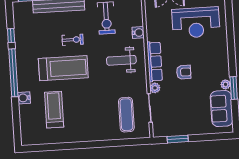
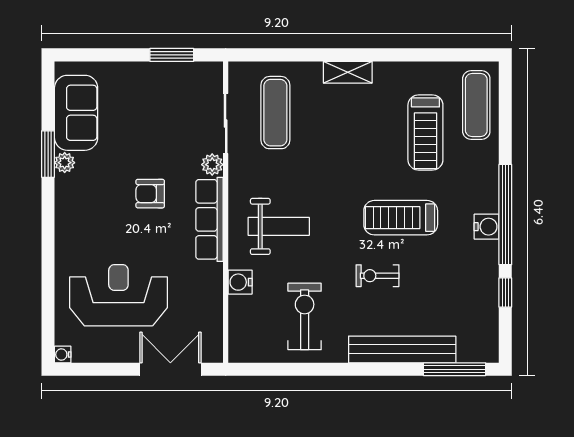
treadmill: (63, 68) -> (401, 218), width x0.73, depth x0.73
water cooler: (24, 98) -> (487, 227), moved
exercise mat: (31, 124) -> (476, 105), added
shelving: (93, 136) -> (348, 72), added

